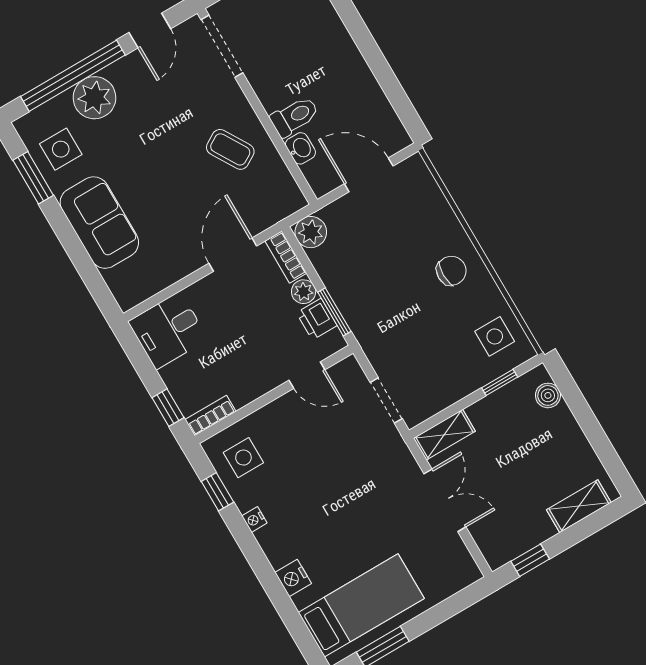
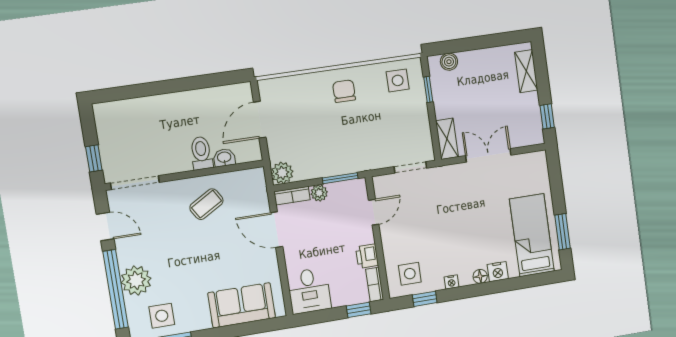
sofa: (99, 223) -> (242, 305), moved
printer: (317, 319) -> (367, 256), moved, turned 90
floor lamp: (277, 556) -> (480, 276), added

